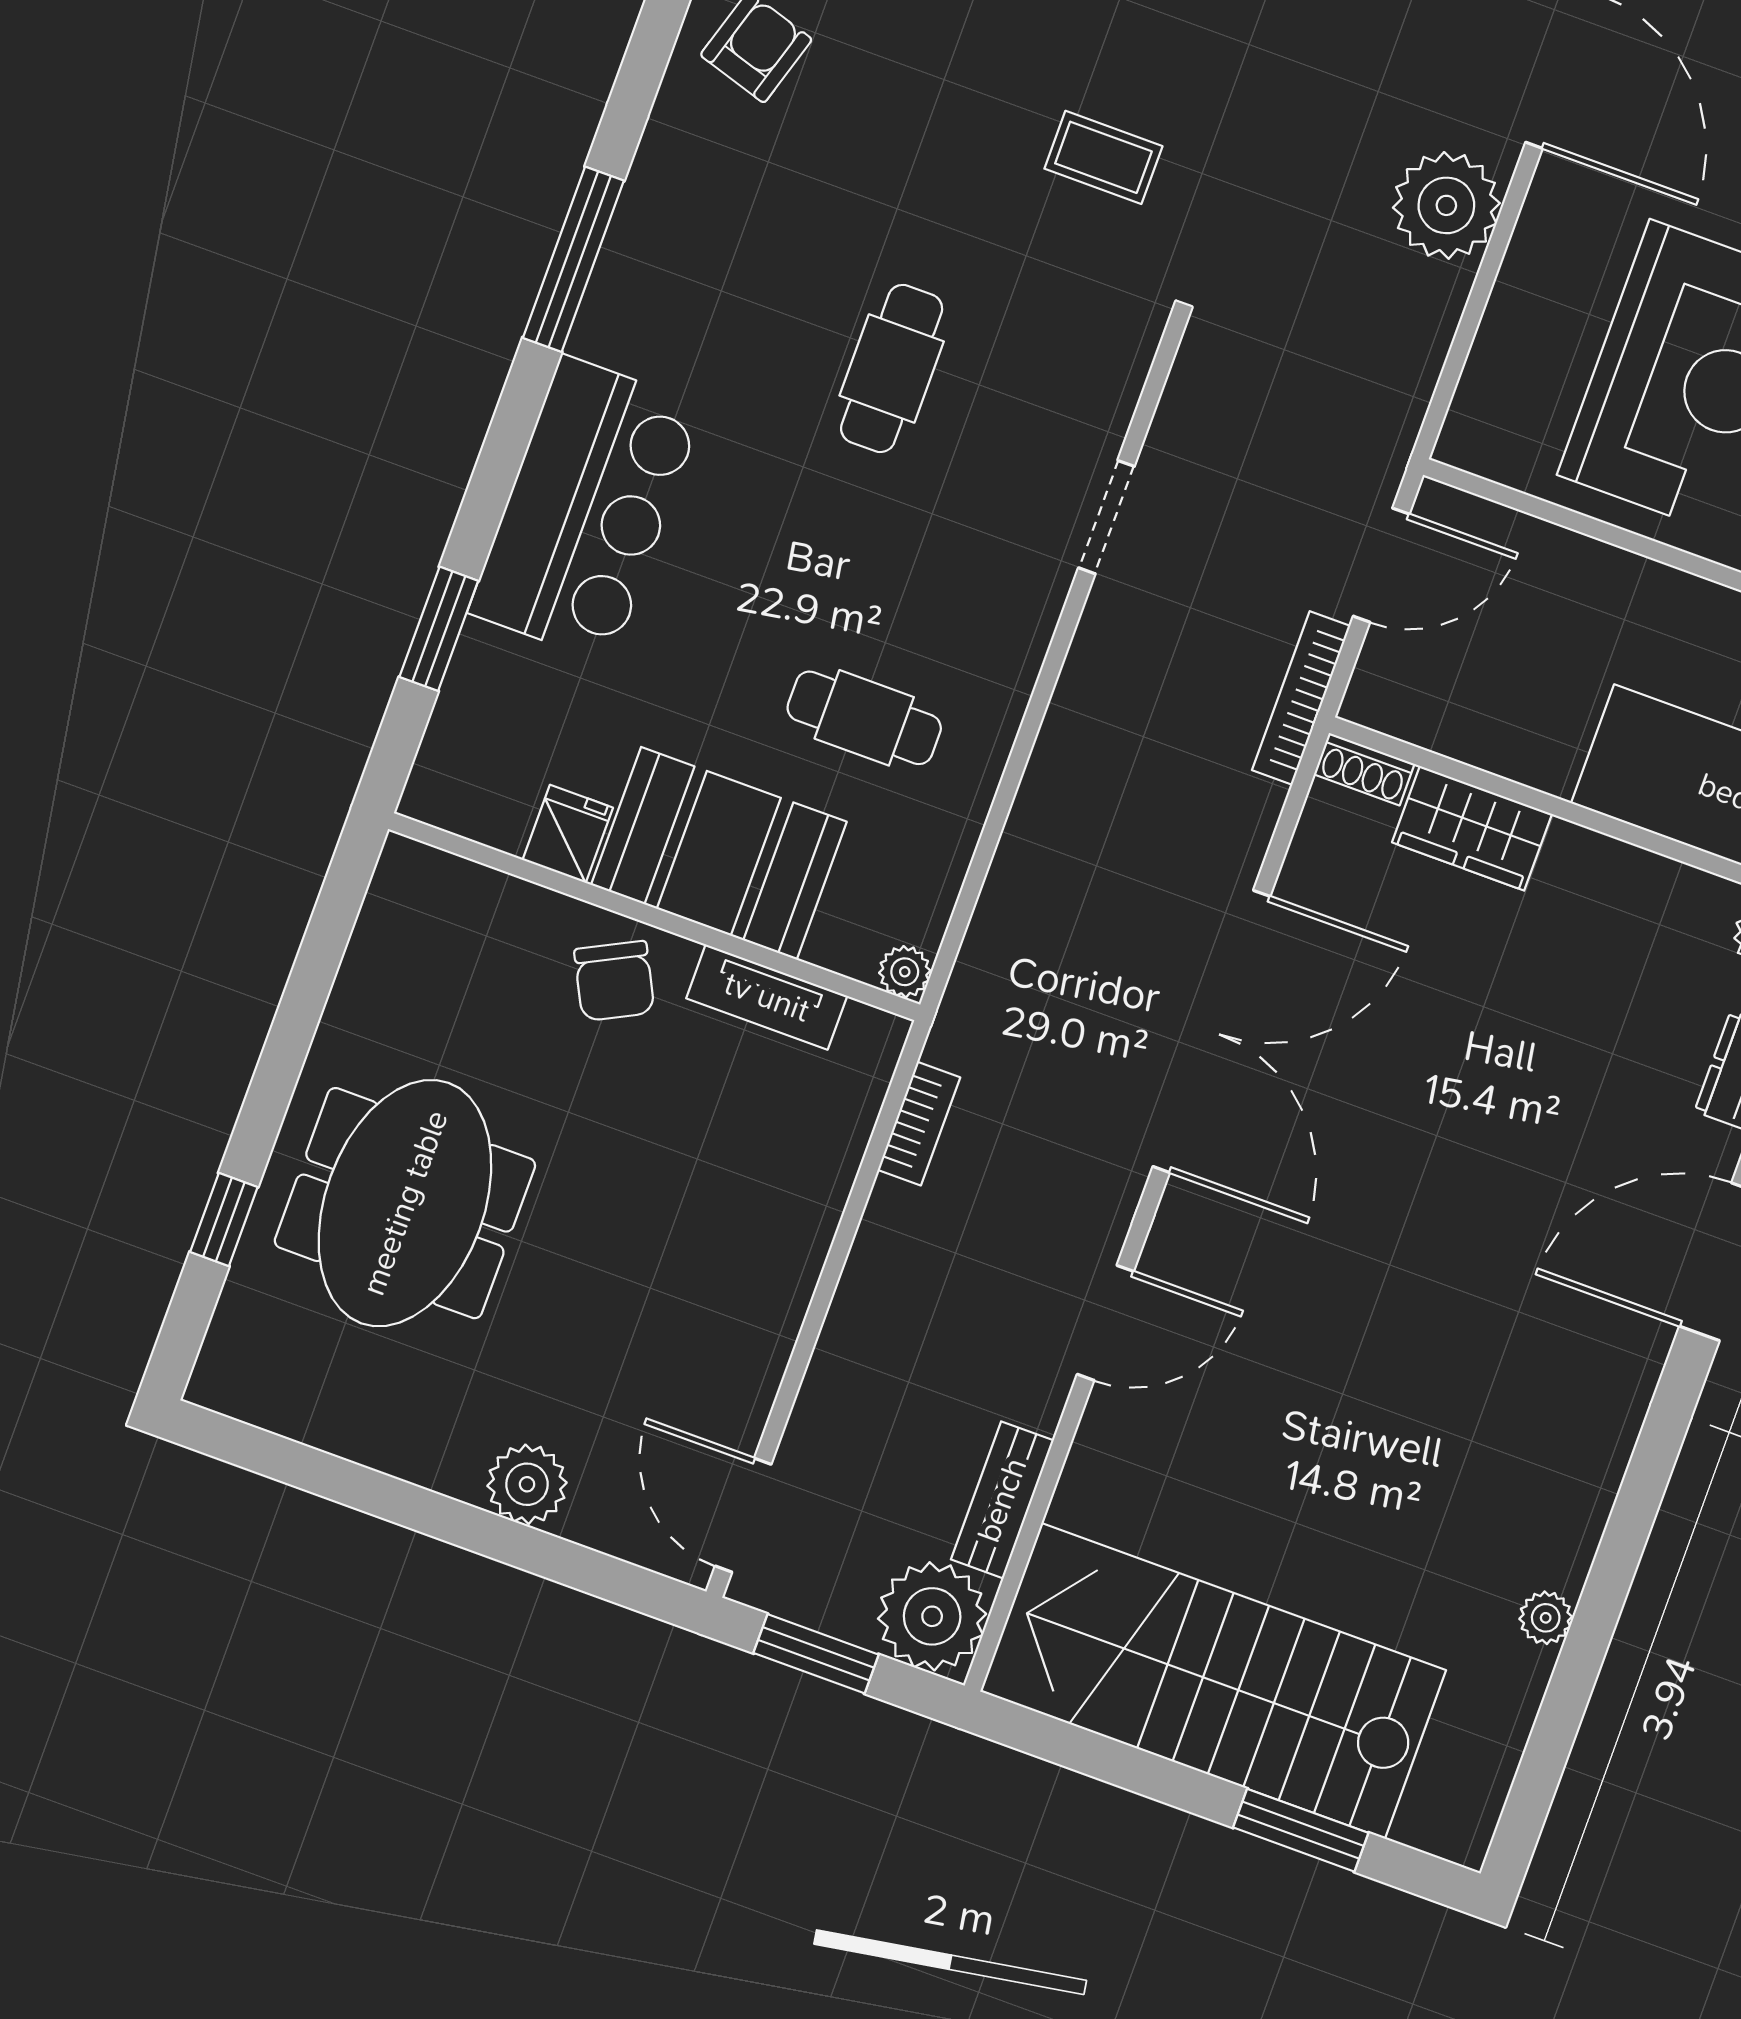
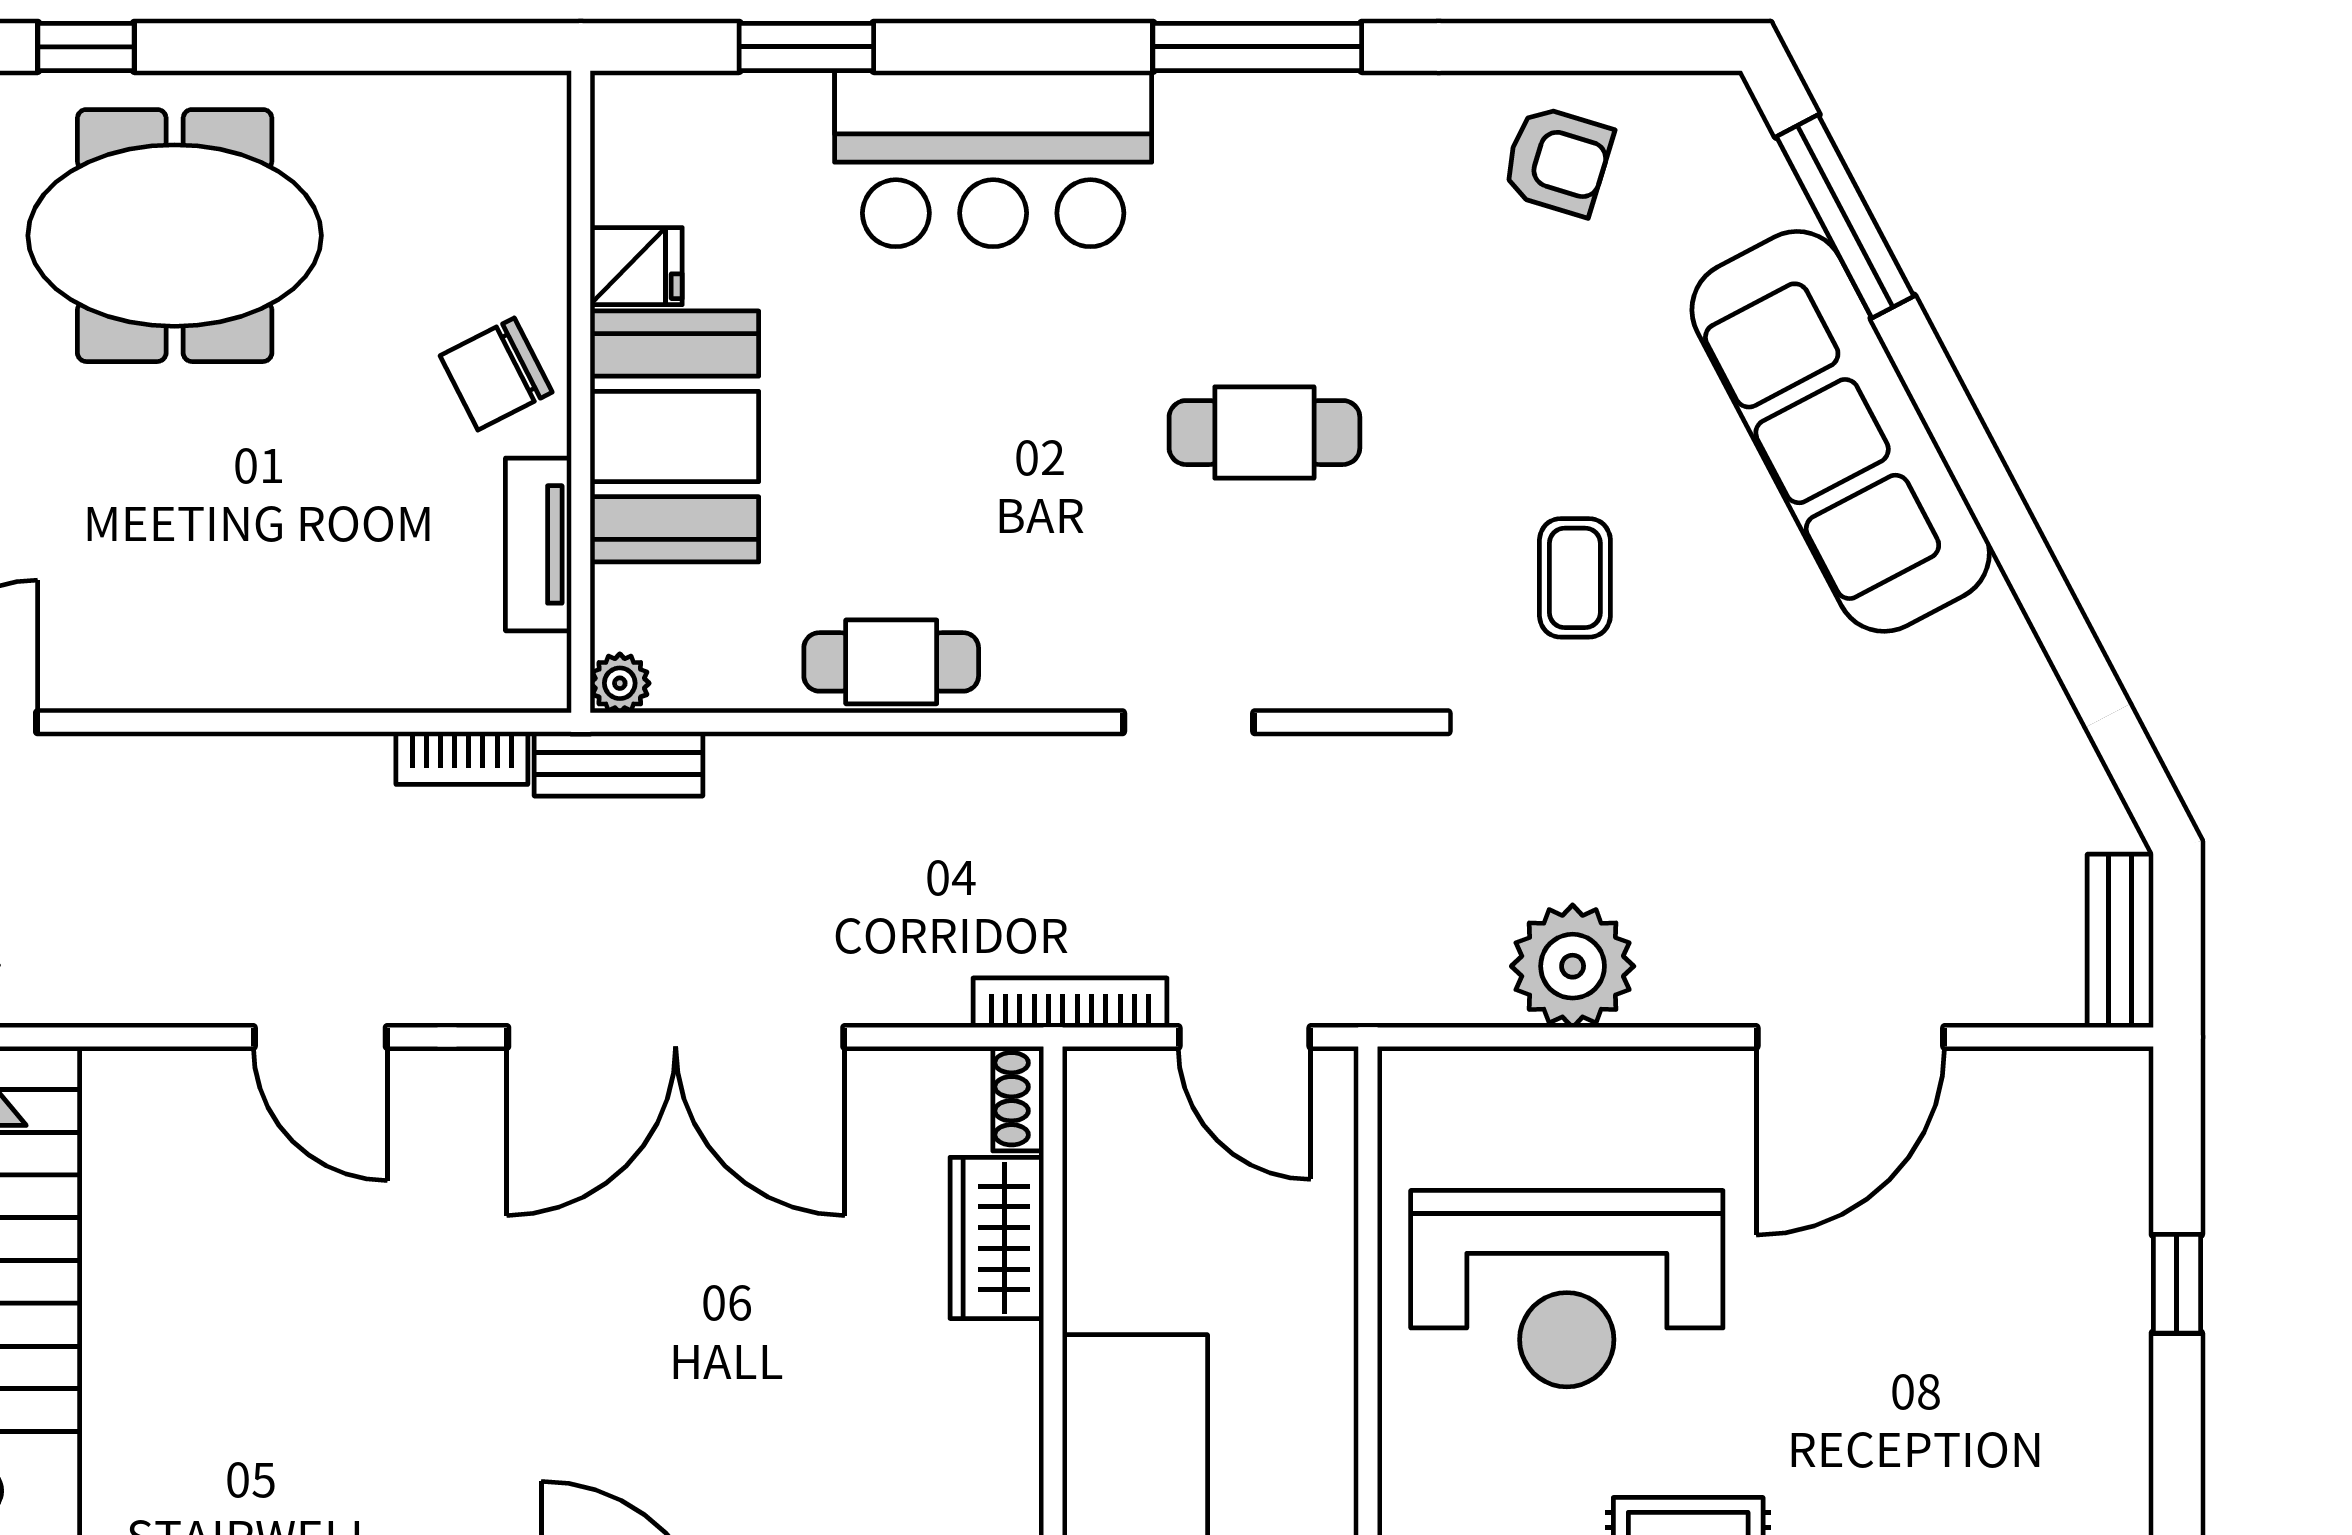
plant: (1446, 205) -> (1573, 966), moved
cafe table: (864, 718) -> (891, 662), moved, turned 90
bench: (1002, 1500) -> (618, 764), moved

